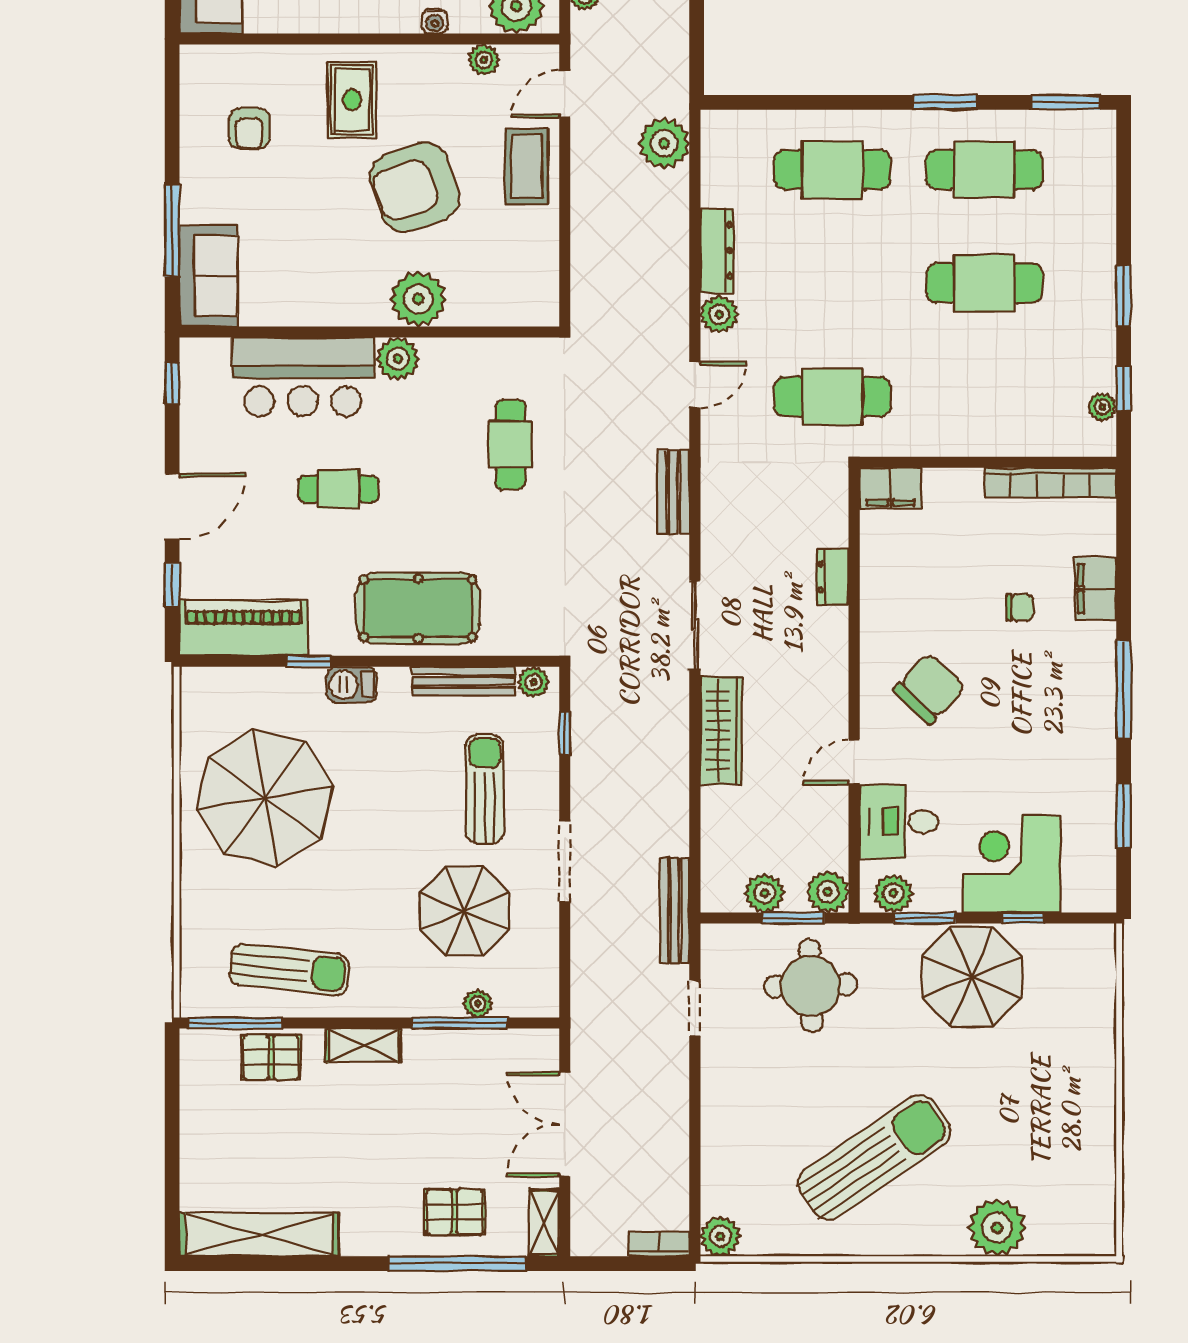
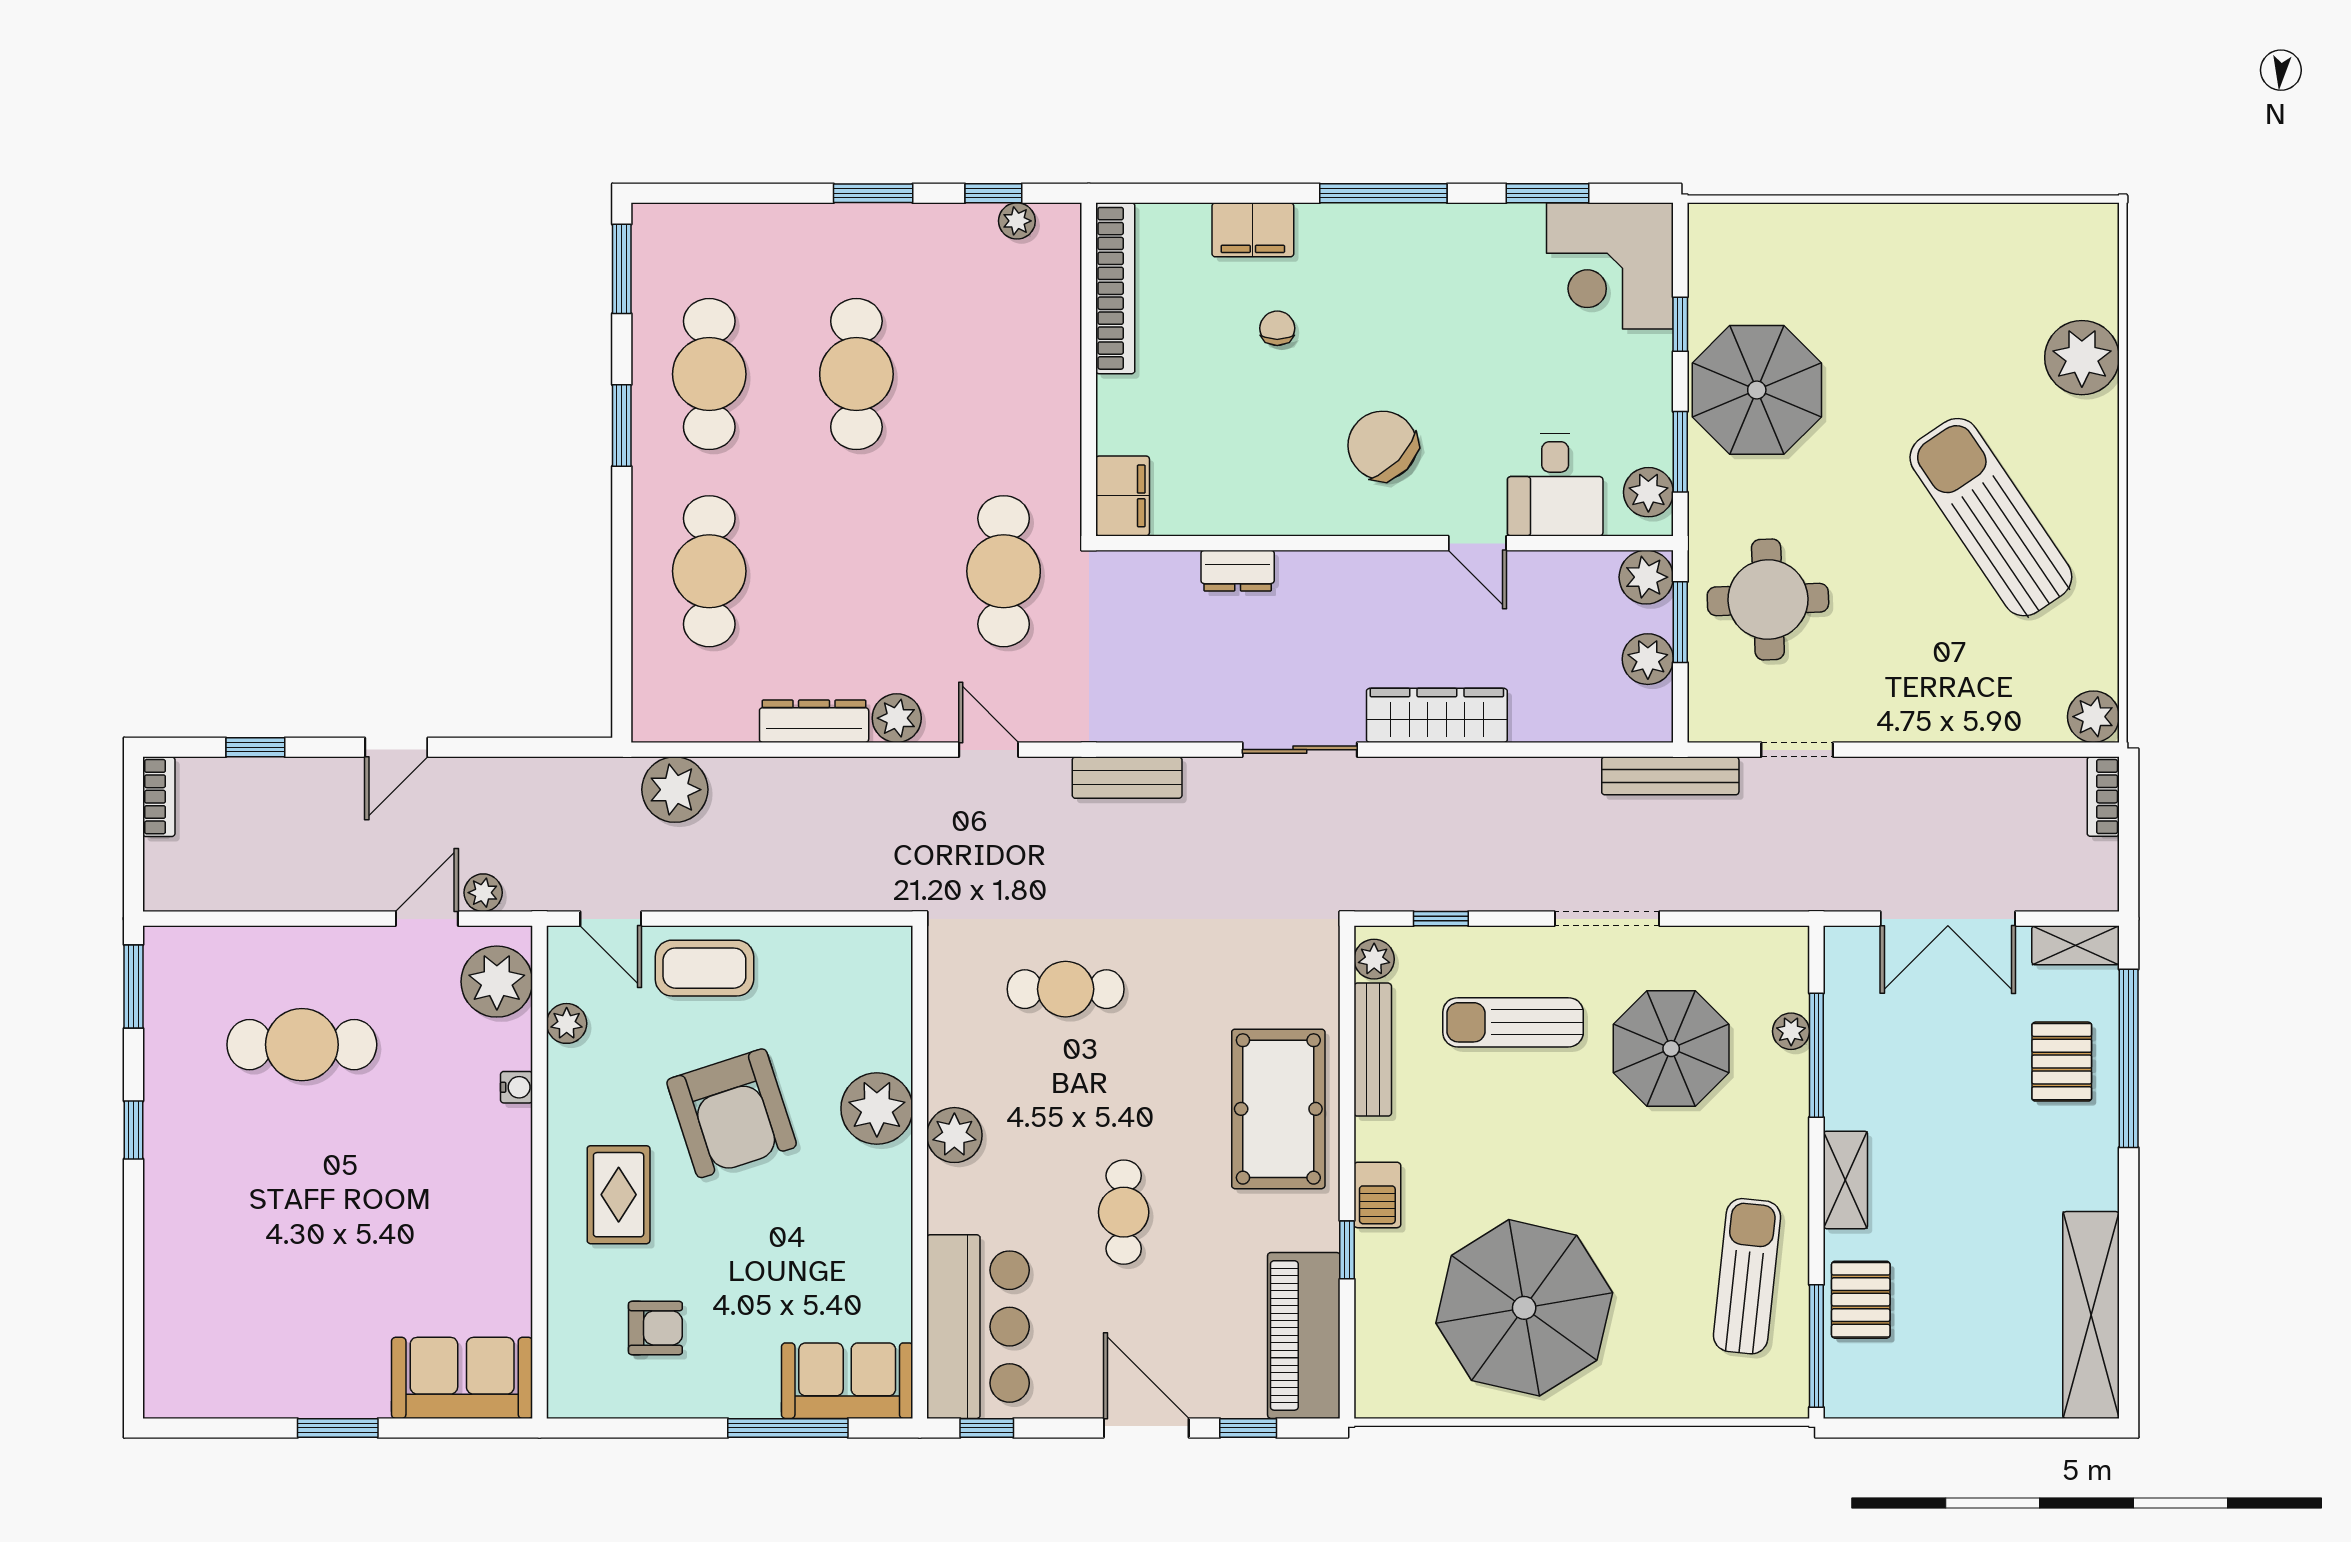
rug: (352, 100) -> (619, 1195), turned 90
bar counter: (303, 377) -> (978, 1327), moved
corner desk: (1012, 864) -> (1610, 266), moved

